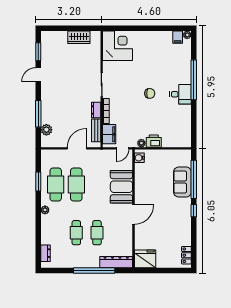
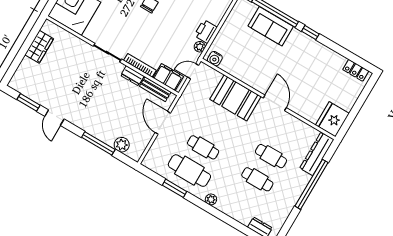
door: (123, 148) -> (193, 71), swing flipped
cafe table: (76, 185) -> (203, 147), width x0.73, depth x0.74

